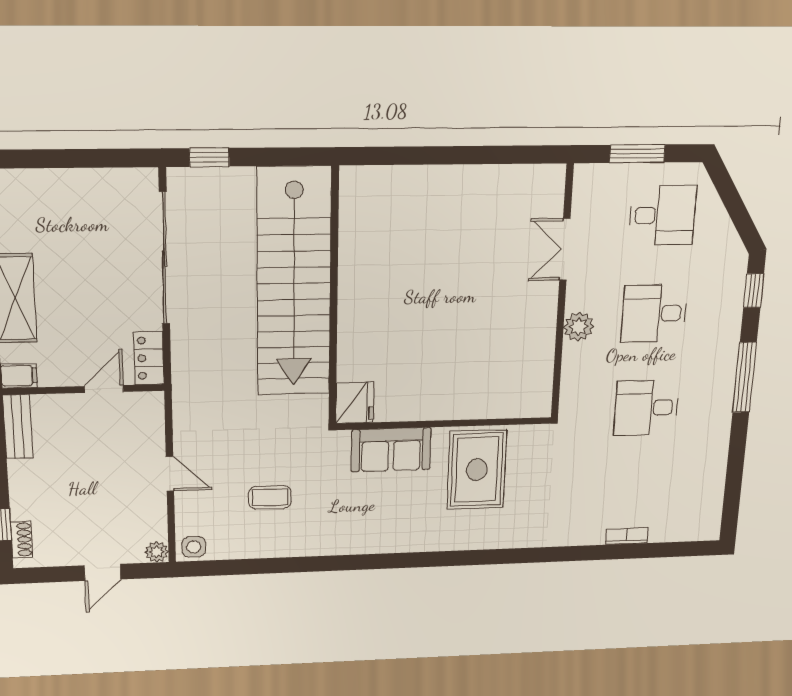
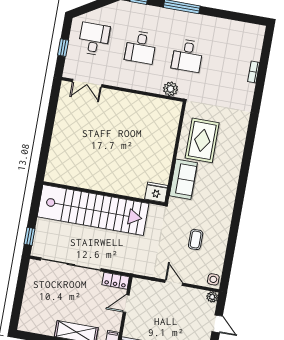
window: (637, 154) -> (63, 48), width x0.67
double door: (565, 249) -> (87, 83), moved
plant: (579, 327) -> (170, 89), moved
door: (104, 389) -> (126, 304), hinge flipped
rug: (477, 470) -> (202, 140), turned 90
door: (170, 474) -> (174, 283), hinge flipped

